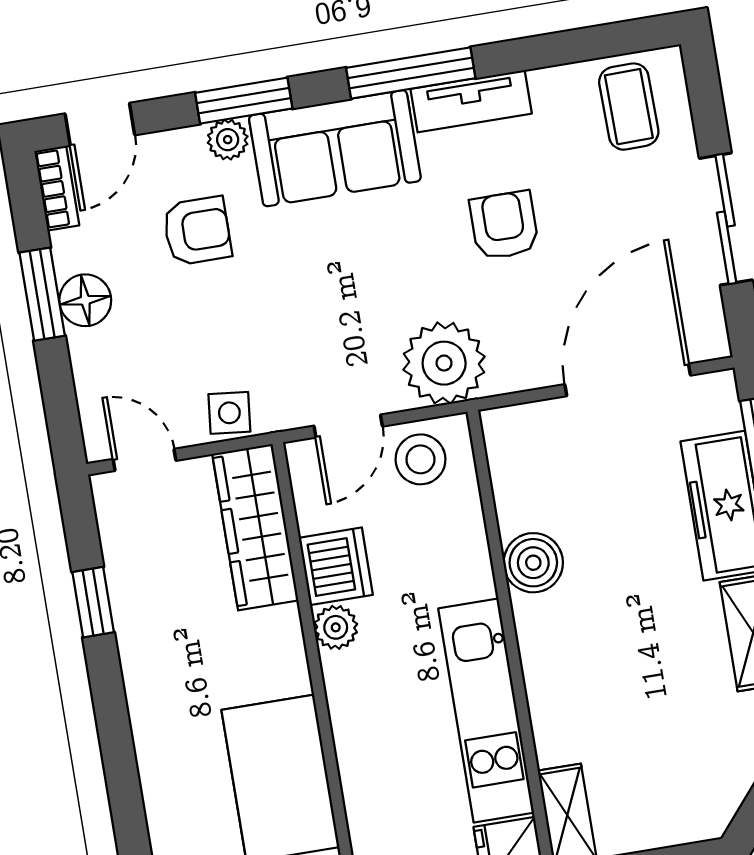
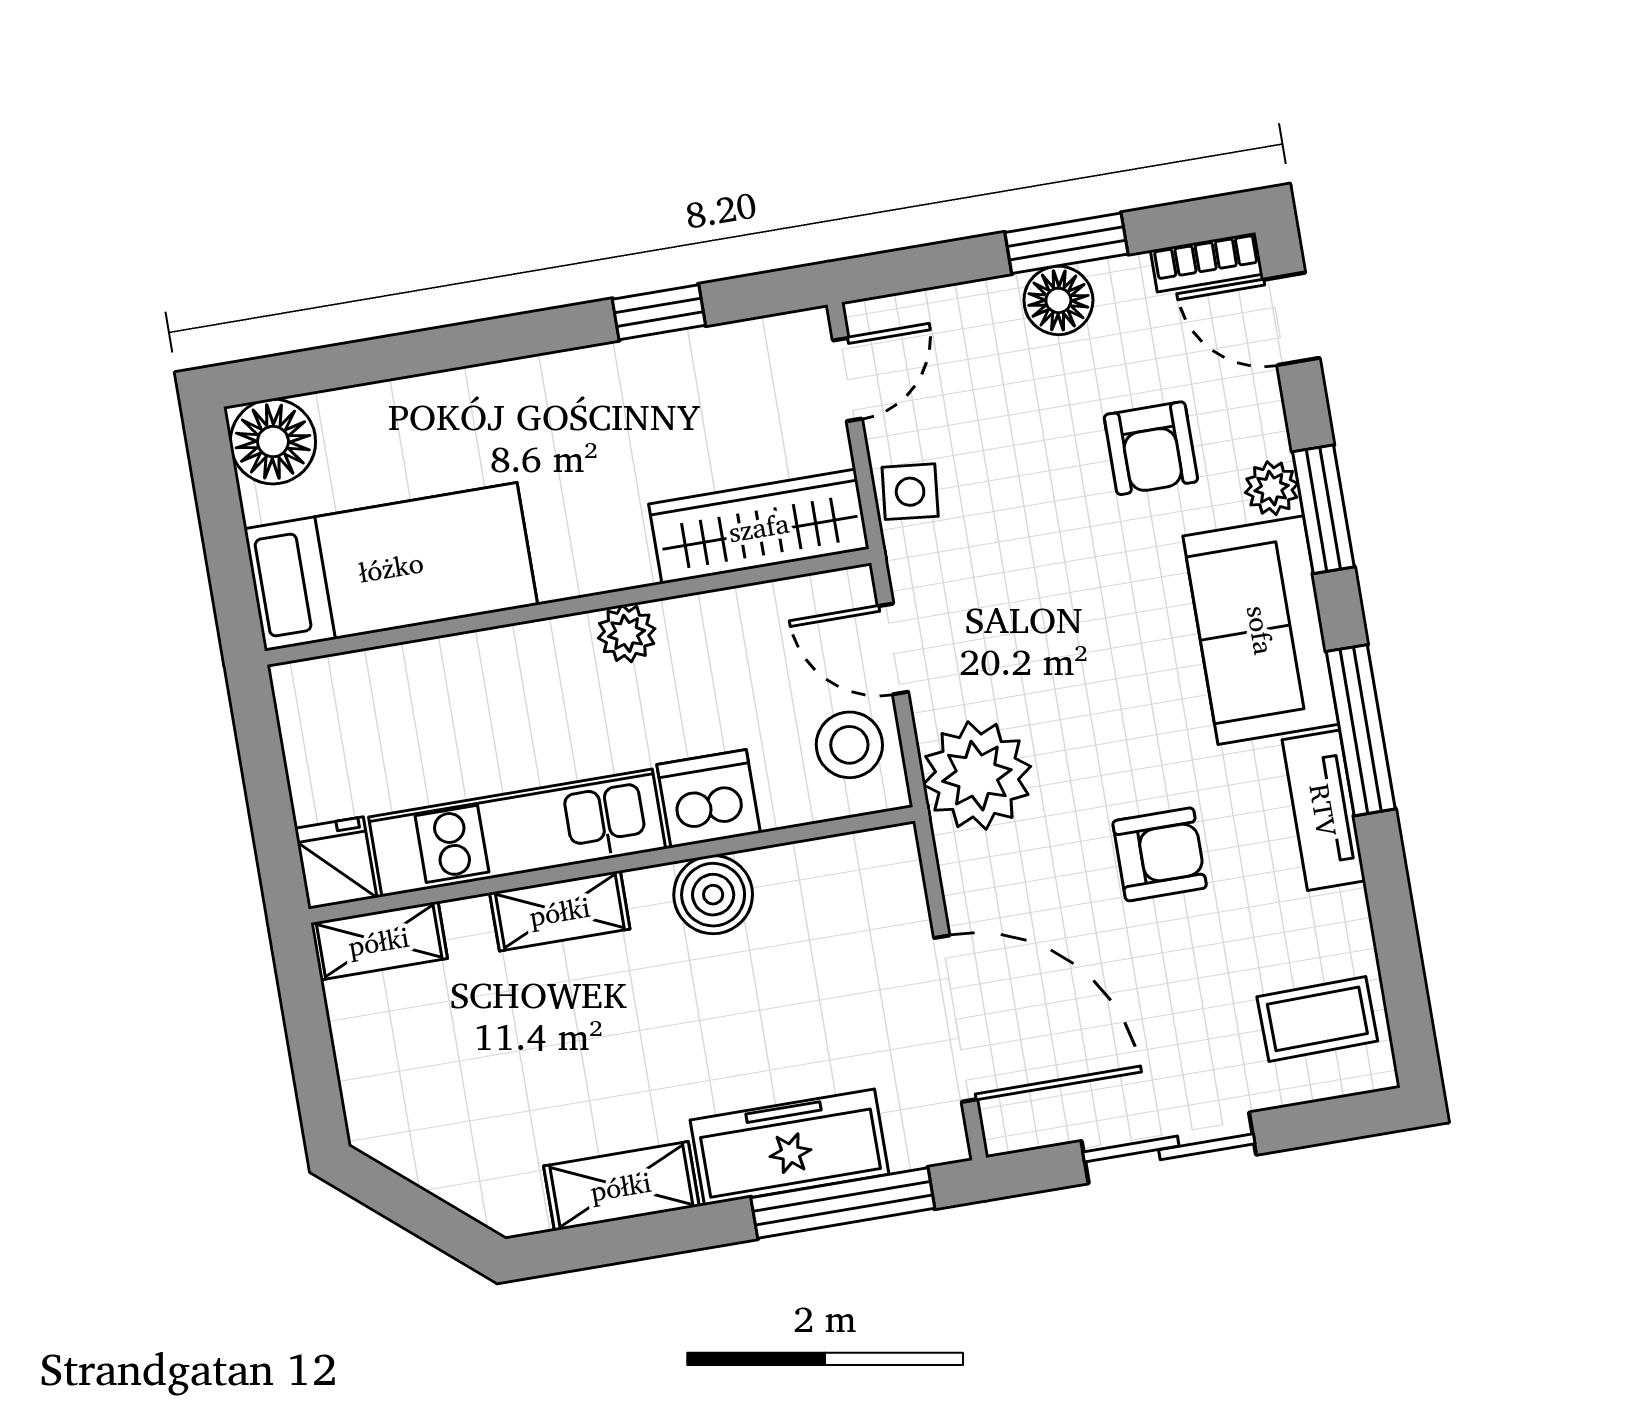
dishwasher: (336, 566) -> (709, 799), moved, turned 180
shelving: (545, 679) -> (560, 911), added

